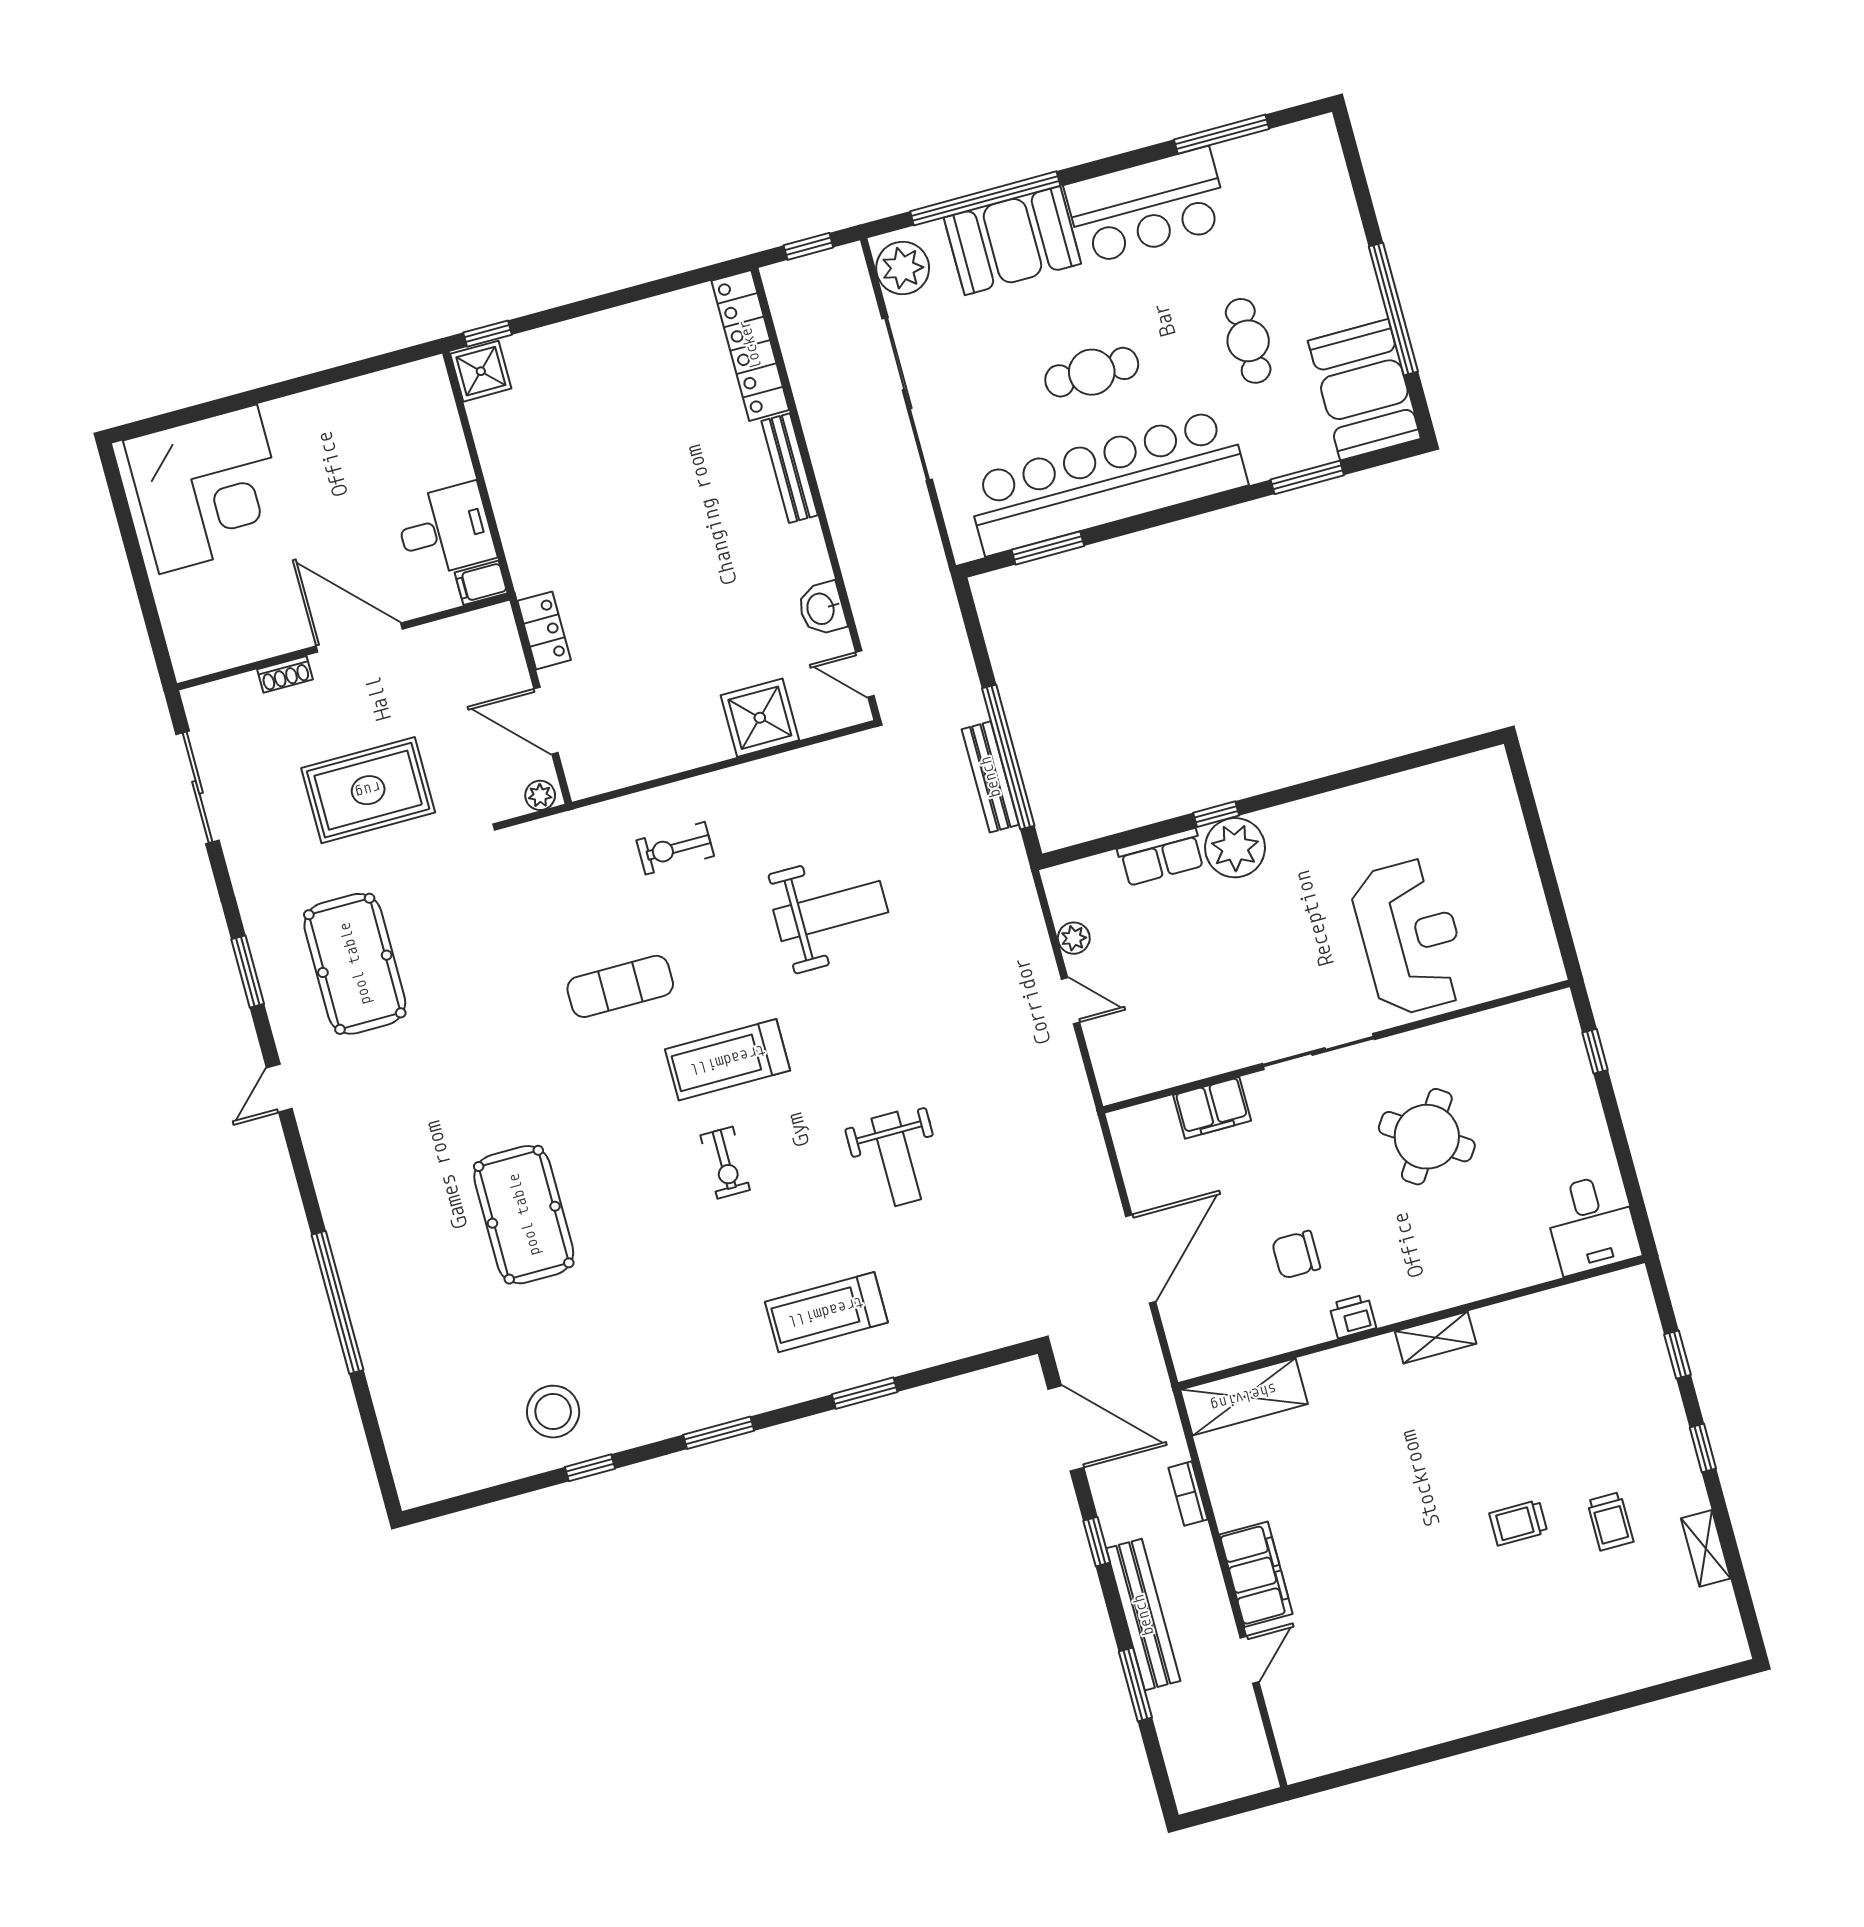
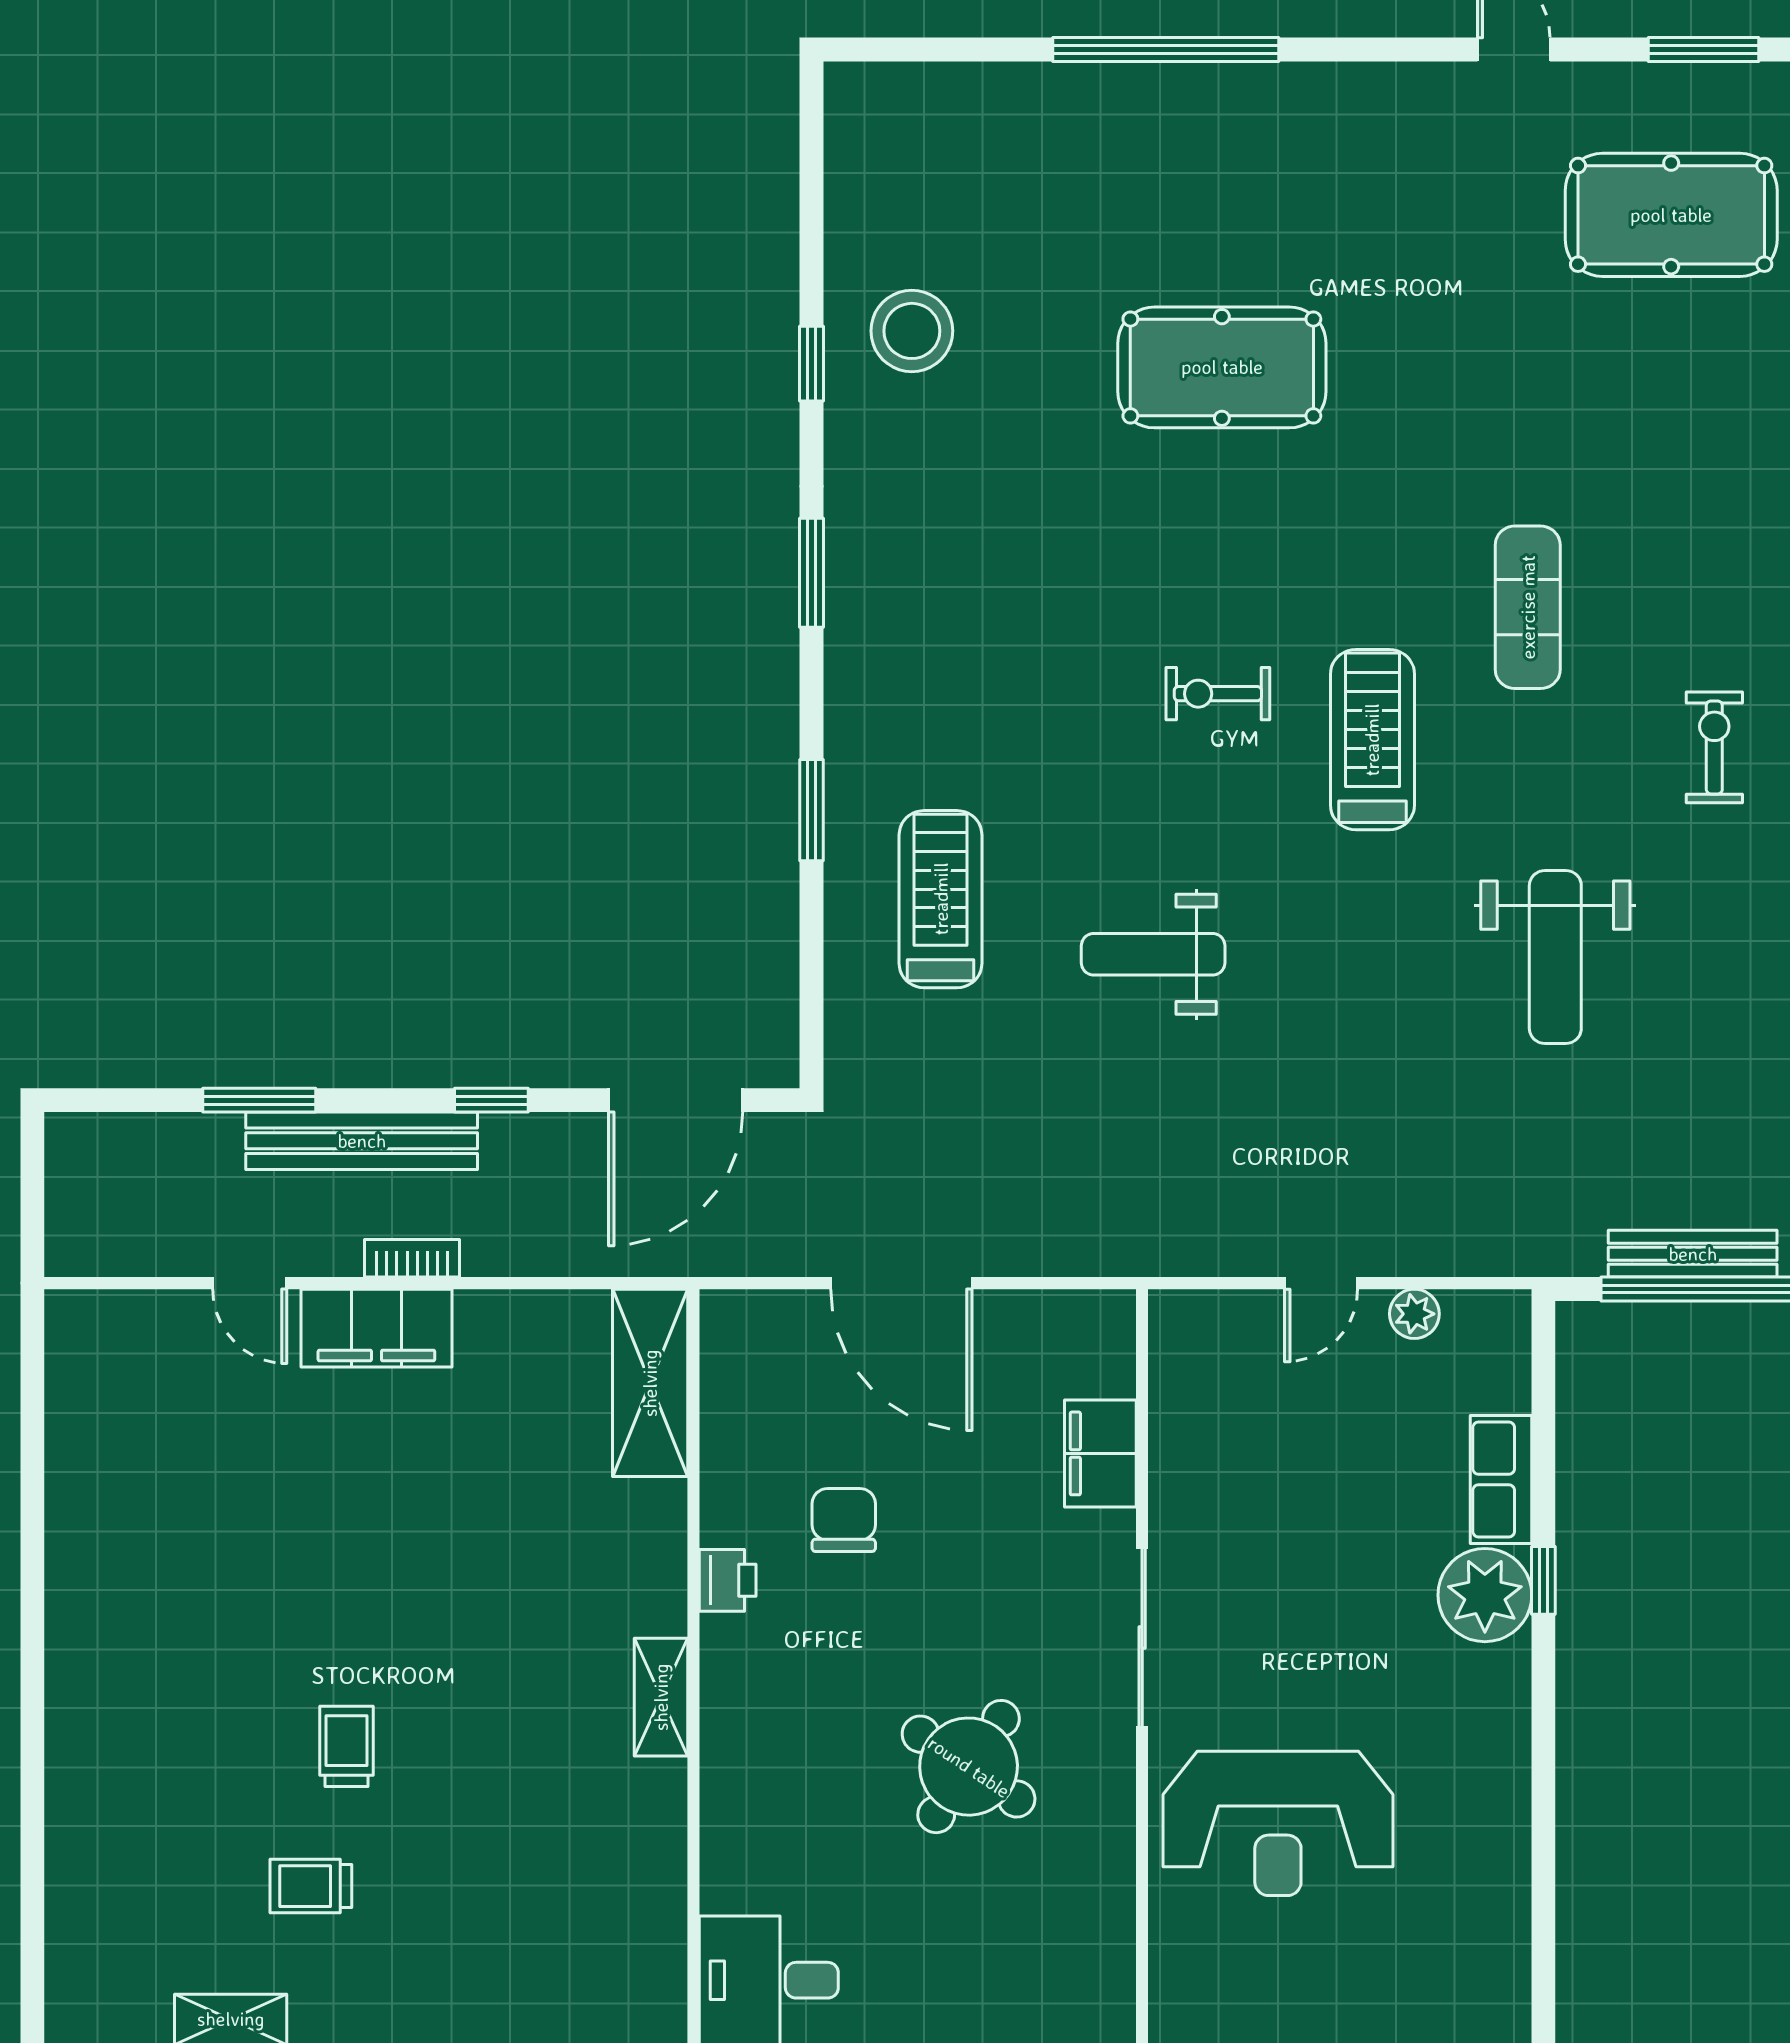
treadmill: (826, 1312) -> (941, 899), moved
bookcase: (1188, 1494) -> (412, 1258), moved

